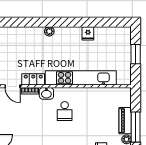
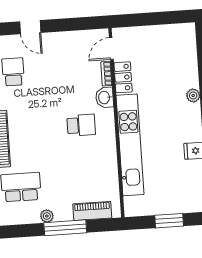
school desk: (65, 111) -> (81, 125), turned 180
piano: (125, 121) -> (92, 211), moved

